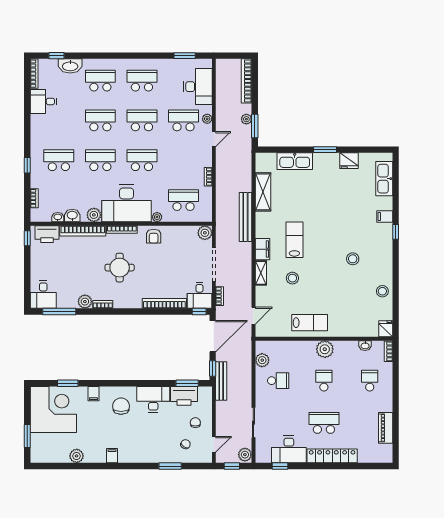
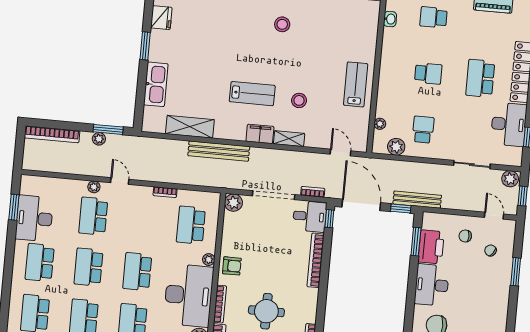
desk: (198, 87) -> (34, 218), moved, turned -90
lab bench: (294, 240) -> (252, 94), turned 180
plant: (325, 349) -> (380, 124), moved, width x0.53, depth x0.53
school desk: (324, 381) -> (428, 73), turned 180

